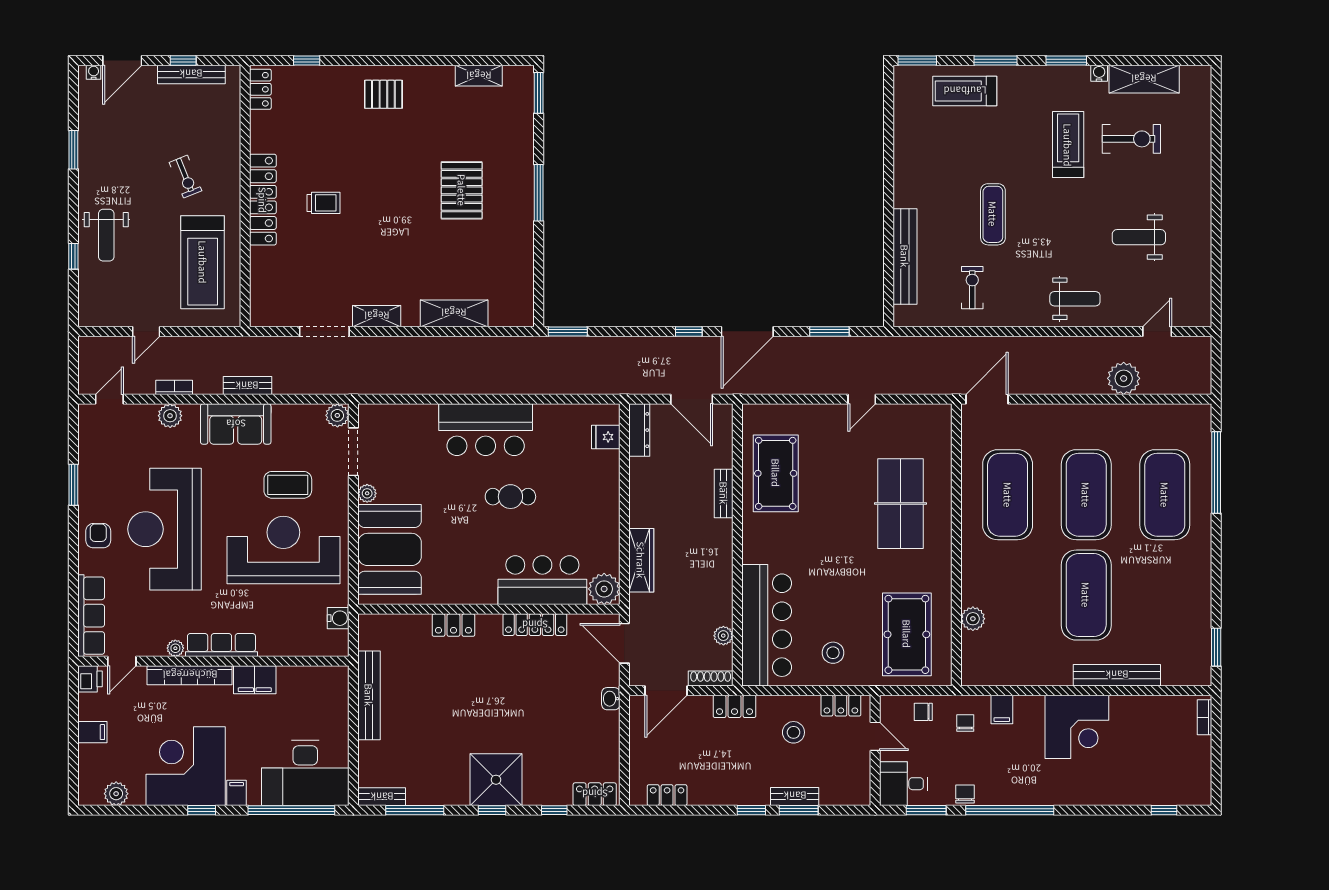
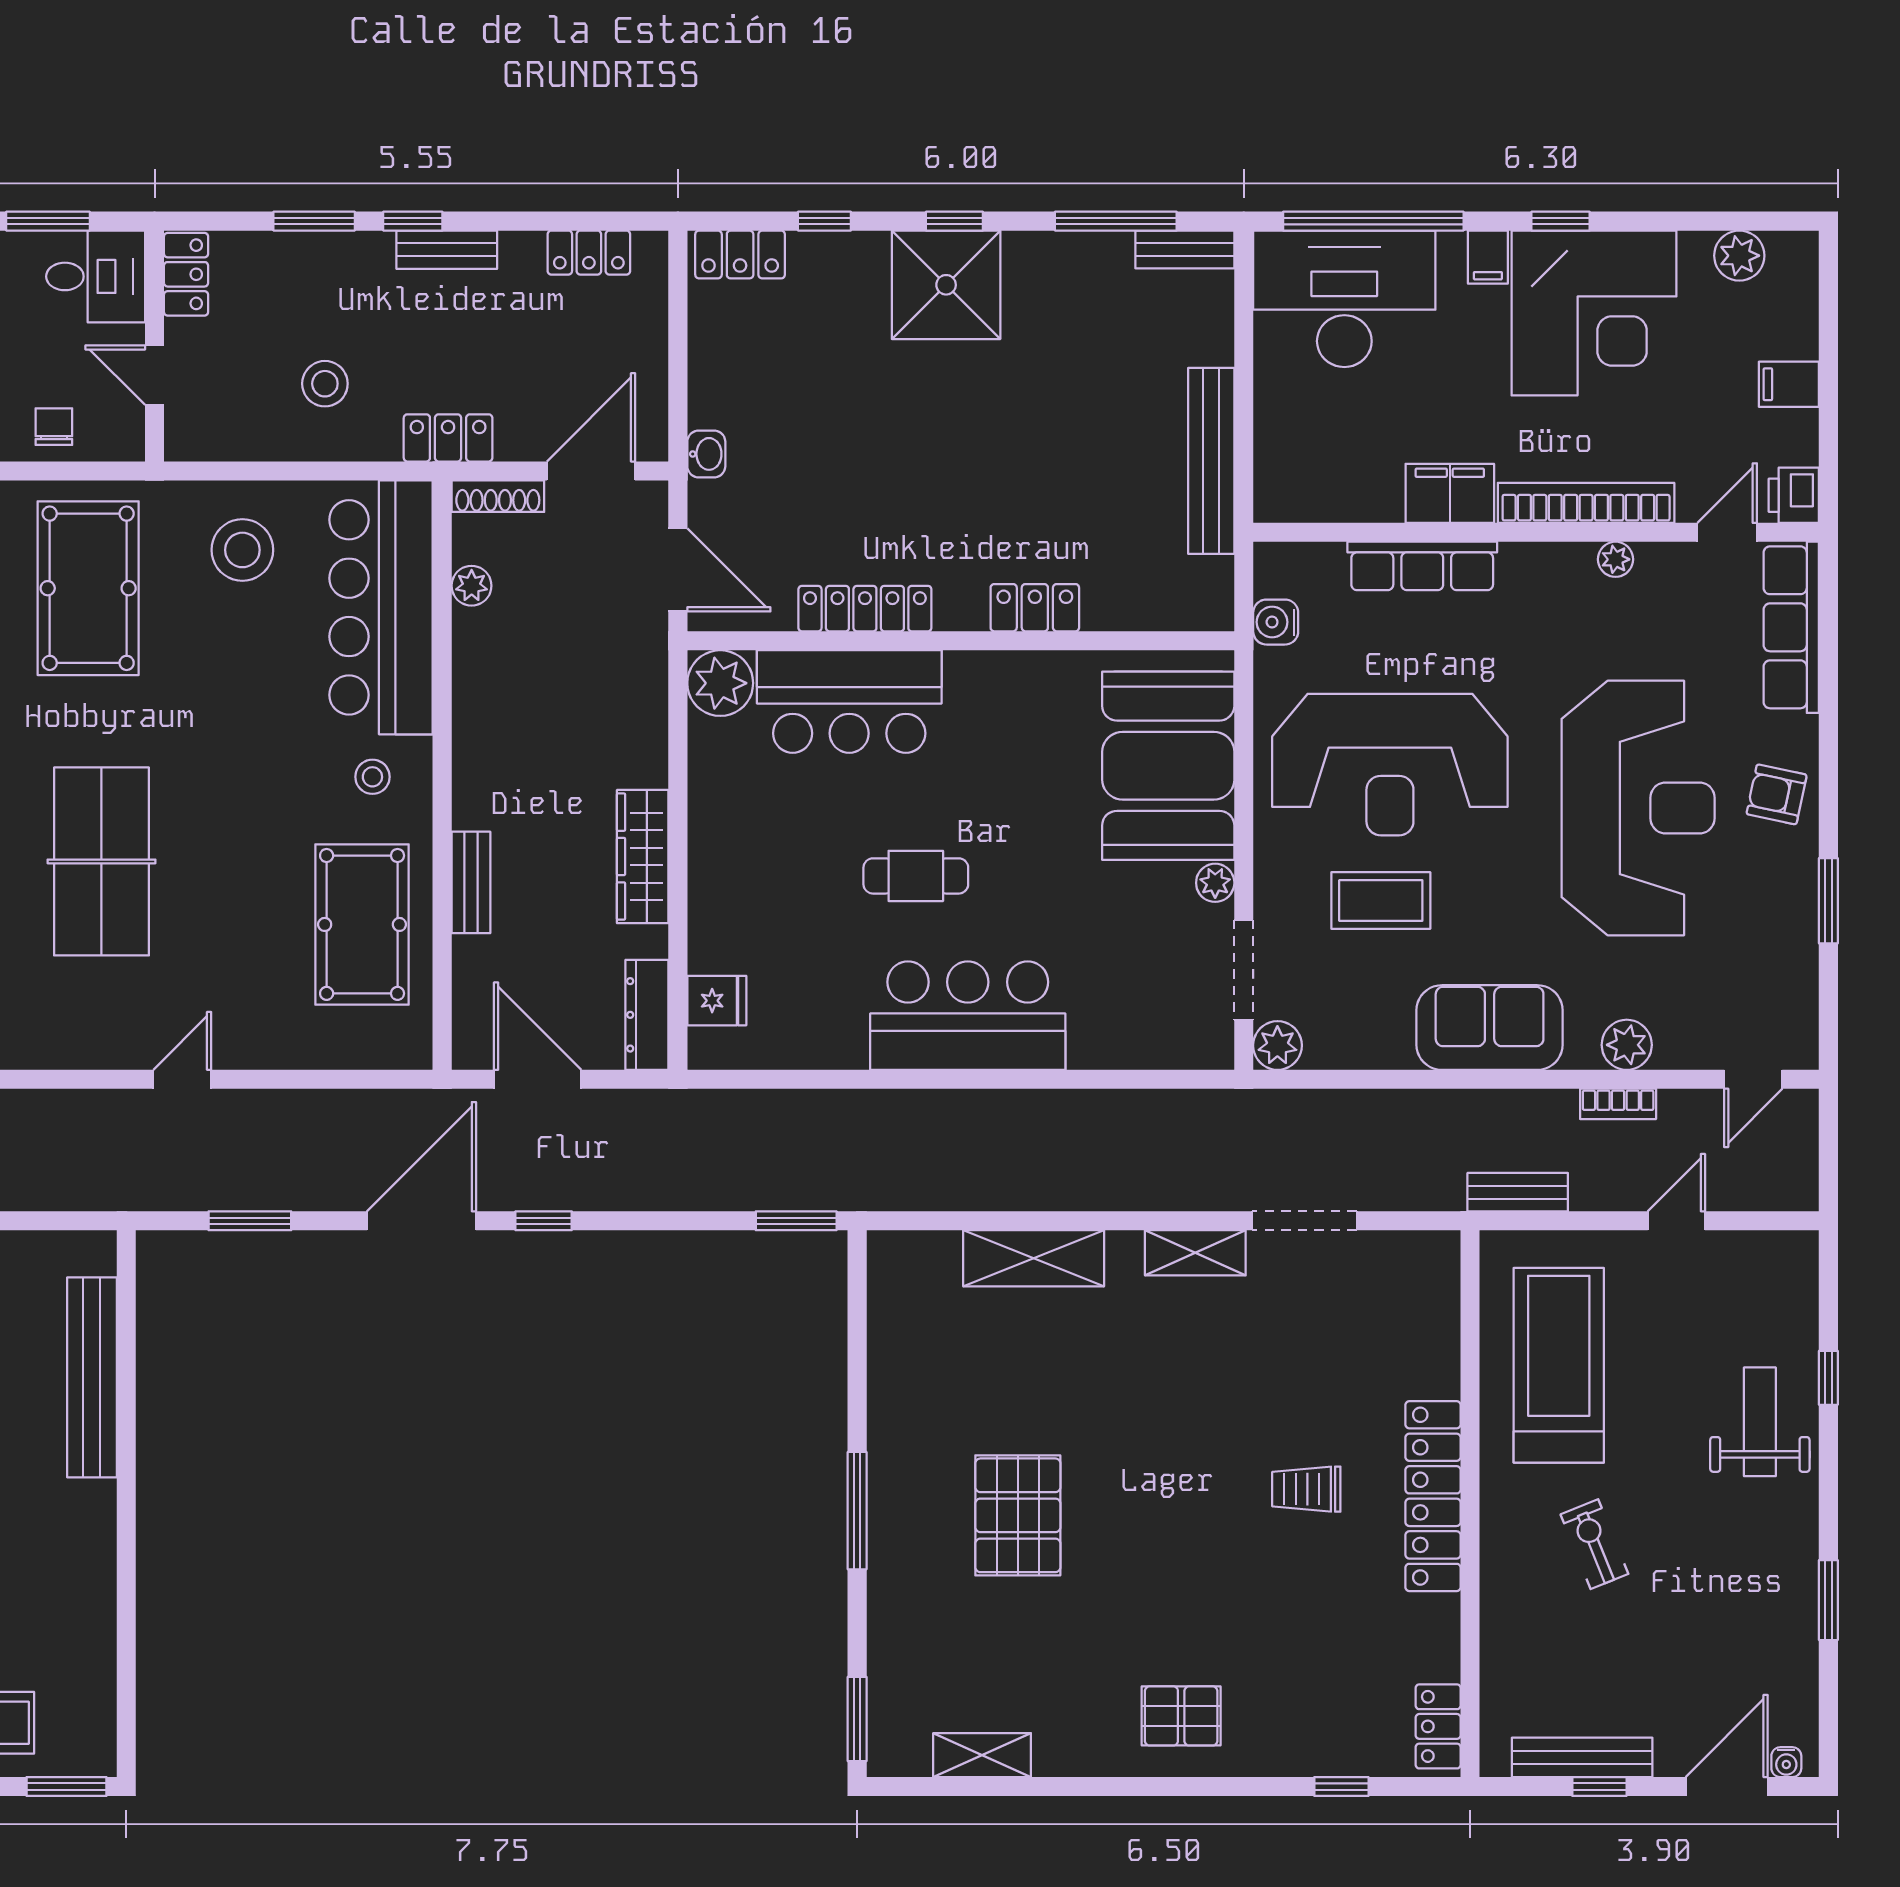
bench: (247, 386) -> (1518, 1192), moved
armchair: (98, 536) -> (1777, 794), turned 102
stool: (771, 544) -> (372, 777), added
wardrobe: (641, 560) -> (643, 857), moved
row of seats: (221, 645) -> (1422, 566), moved
stool: (833, 653) -> (242, 550), width x1.38, depth x1.38
locker: (841, 706) -> (186, 274), moved, turned 90
chair: (923, 712) -> (54, 427), turned -90
bench: (795, 796) -> (447, 250), moved

